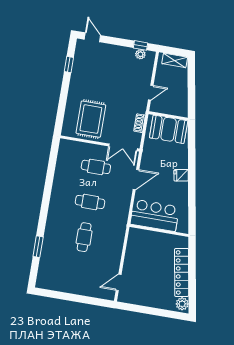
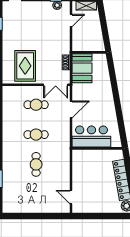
door: (151, 93) -> (71, 21), moved
booth: (169, 129) -> (82, 68), moved, turned 90
fridge: (181, 175) -> (108, 100), removed
door: (119, 282) -> (71, 197), hinge flipped

